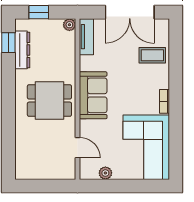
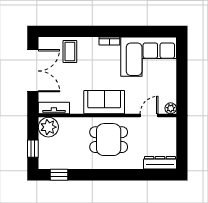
plant: (69, 25) -> (48, 127), width x1.87, depth x1.87
dresser: (22, 50) -> (160, 163), moved
dining table: (49, 101) -> (109, 140), turned 90
plant: (105, 173) -> (171, 108), moved

